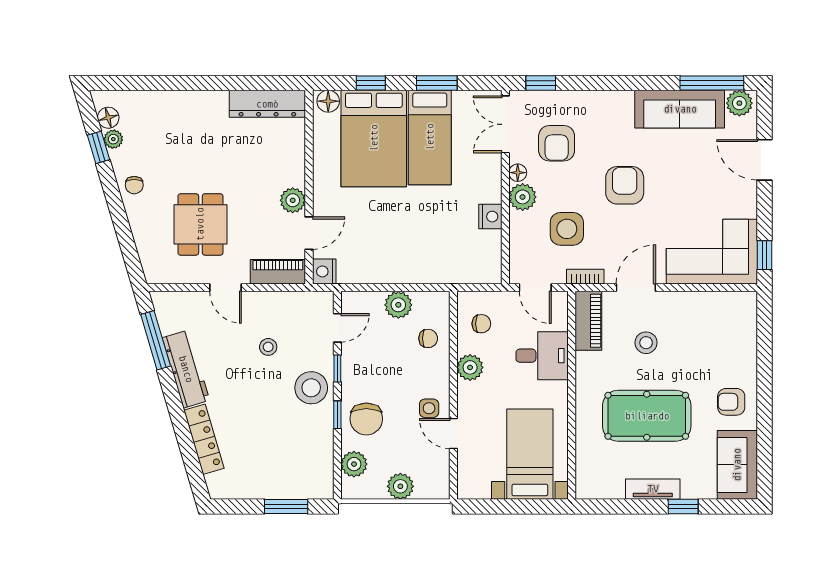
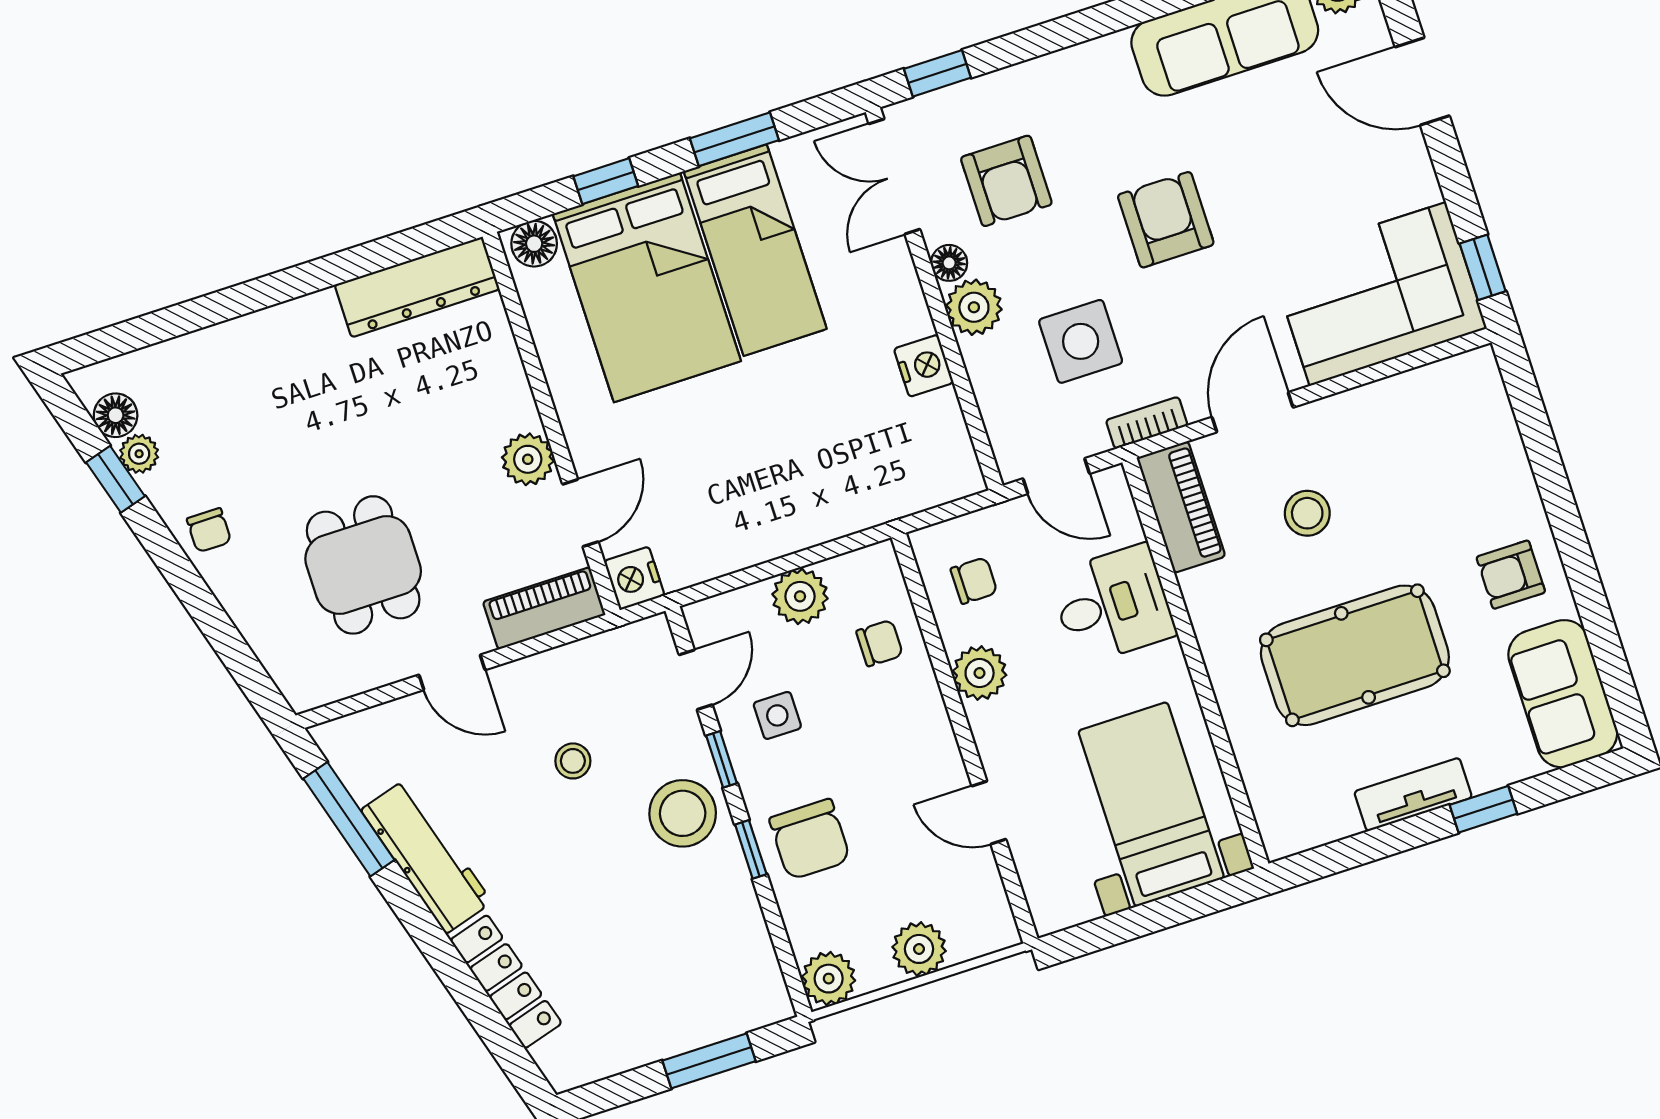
side table: (429, 408) -> (777, 715), moved
plant: (354, 464) -> (829, 979), moved

